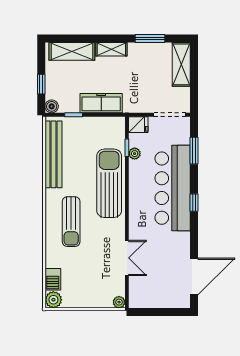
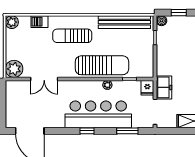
freezer: (101, 103) -> (164, 87), moved, width x0.71
plant: (135, 154) -> (107, 85), moved
barbecue: (53, 279) -> (40, 22), moved
plant: (119, 302) -> (14, 69), width x1.87, depth x1.87

